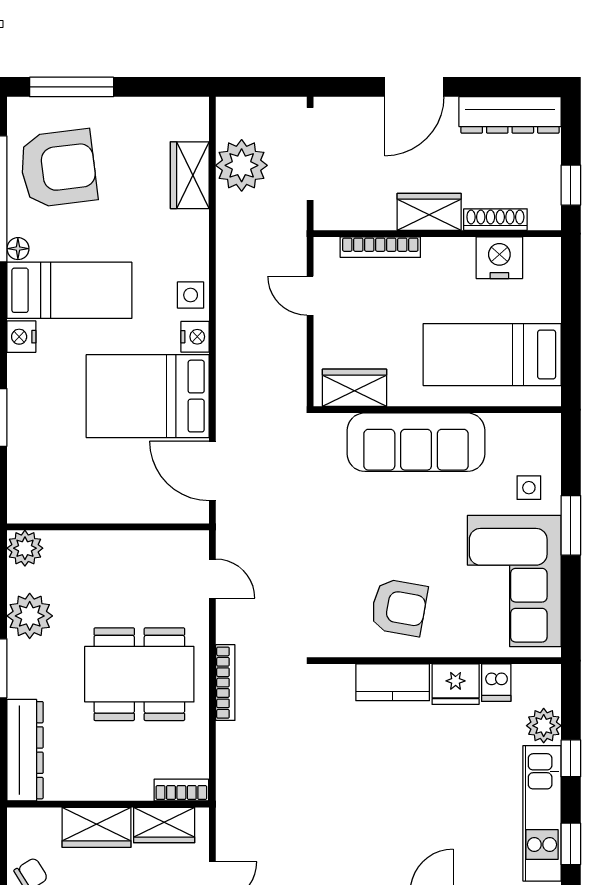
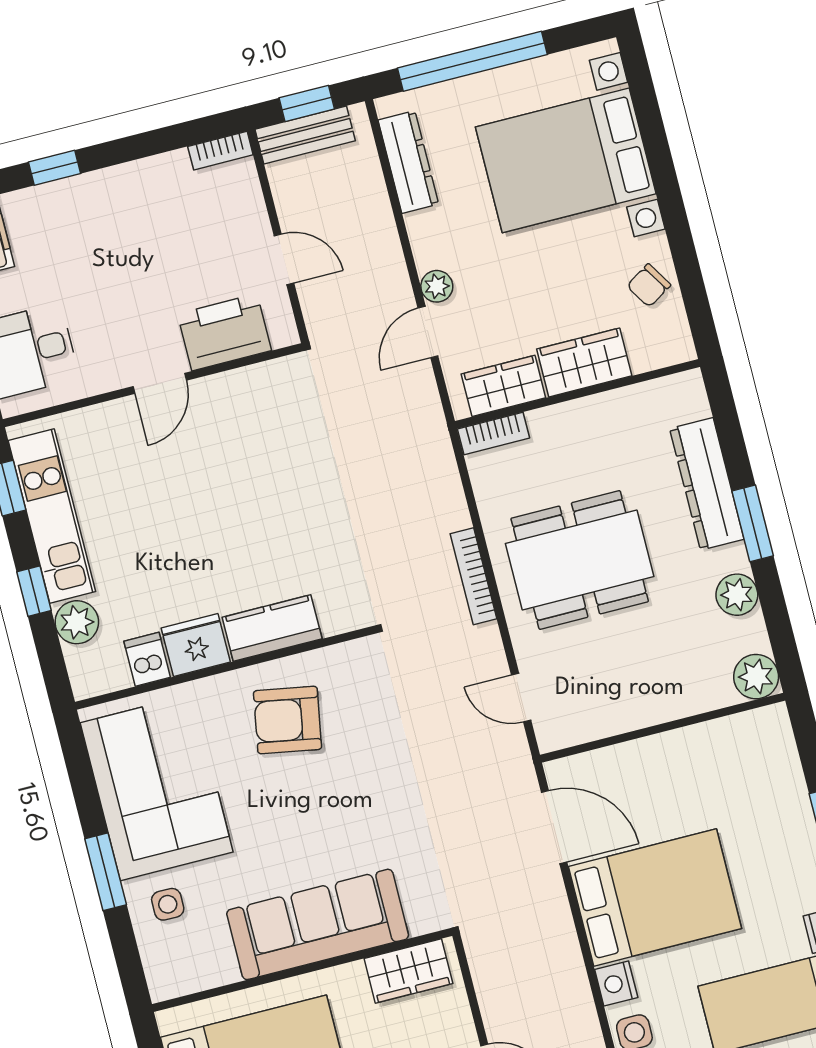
plant: (30, 616) -> (737, 595), width x0.73, depth x0.73
dresser: (25, 750) -> (707, 484), moved

